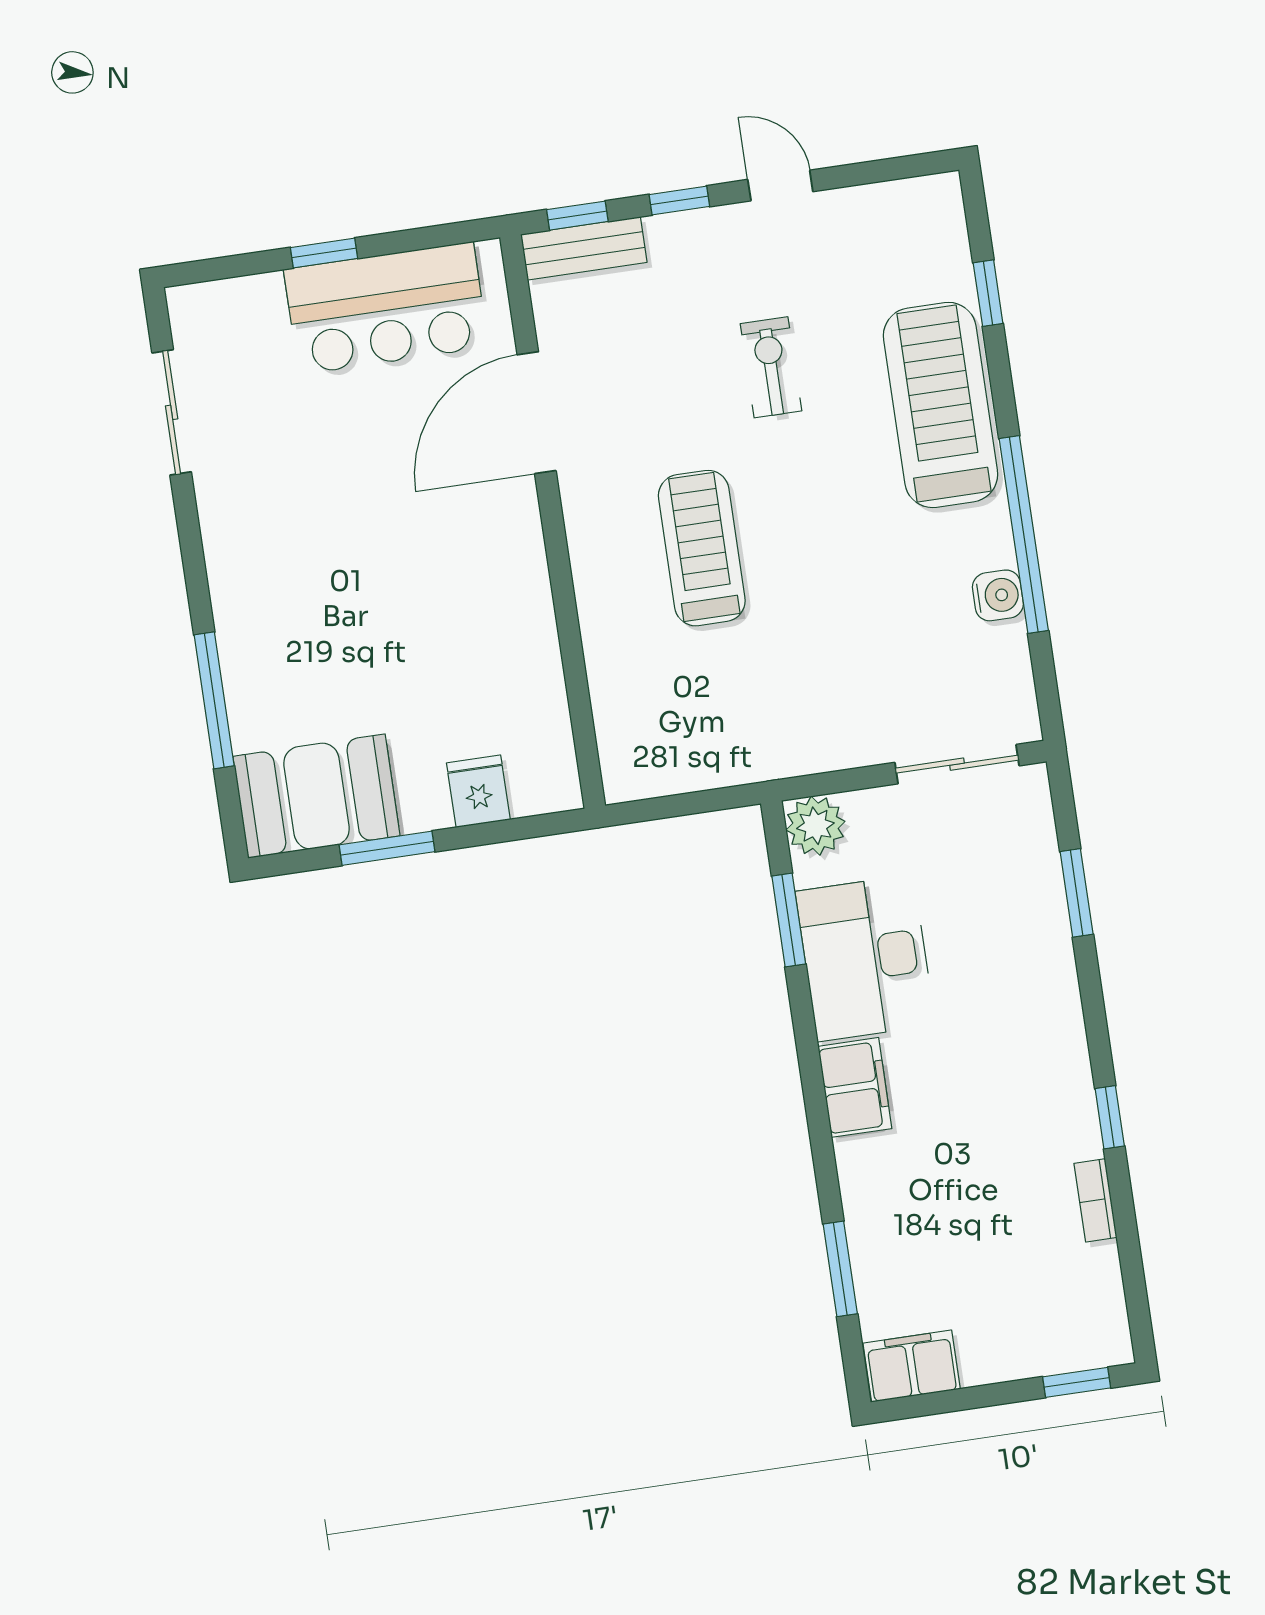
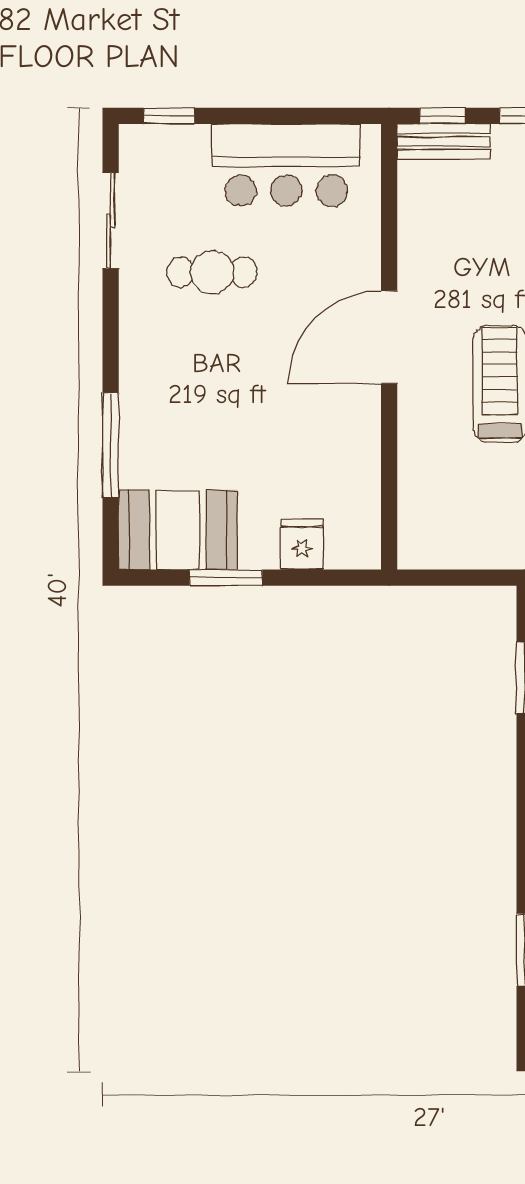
window: (324, 253) -> (169, 116), moved
door: (537, 413) -> (389, 337), moved
cafe table: (312, 459) -> (212, 272), added

